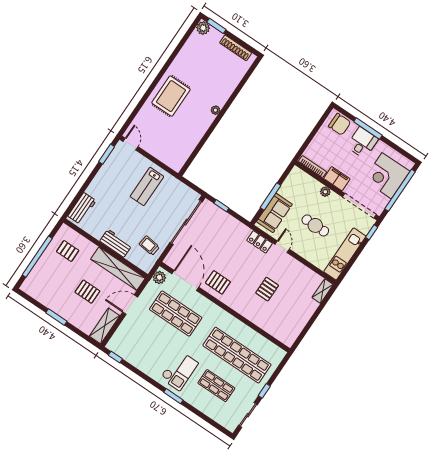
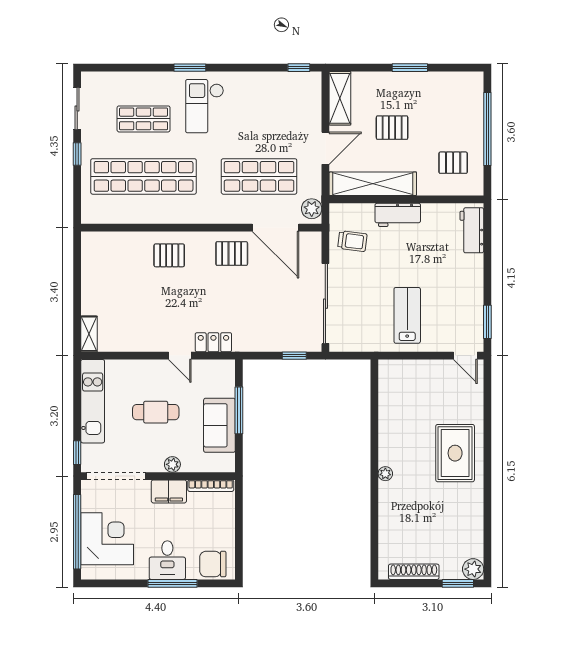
sofa: (274, 213) -> (219, 425), moved
pallet: (267, 289) -> (169, 255), moved, turned 90

